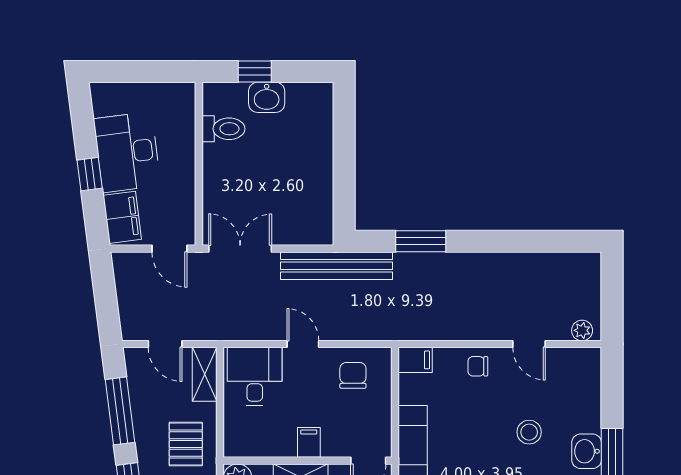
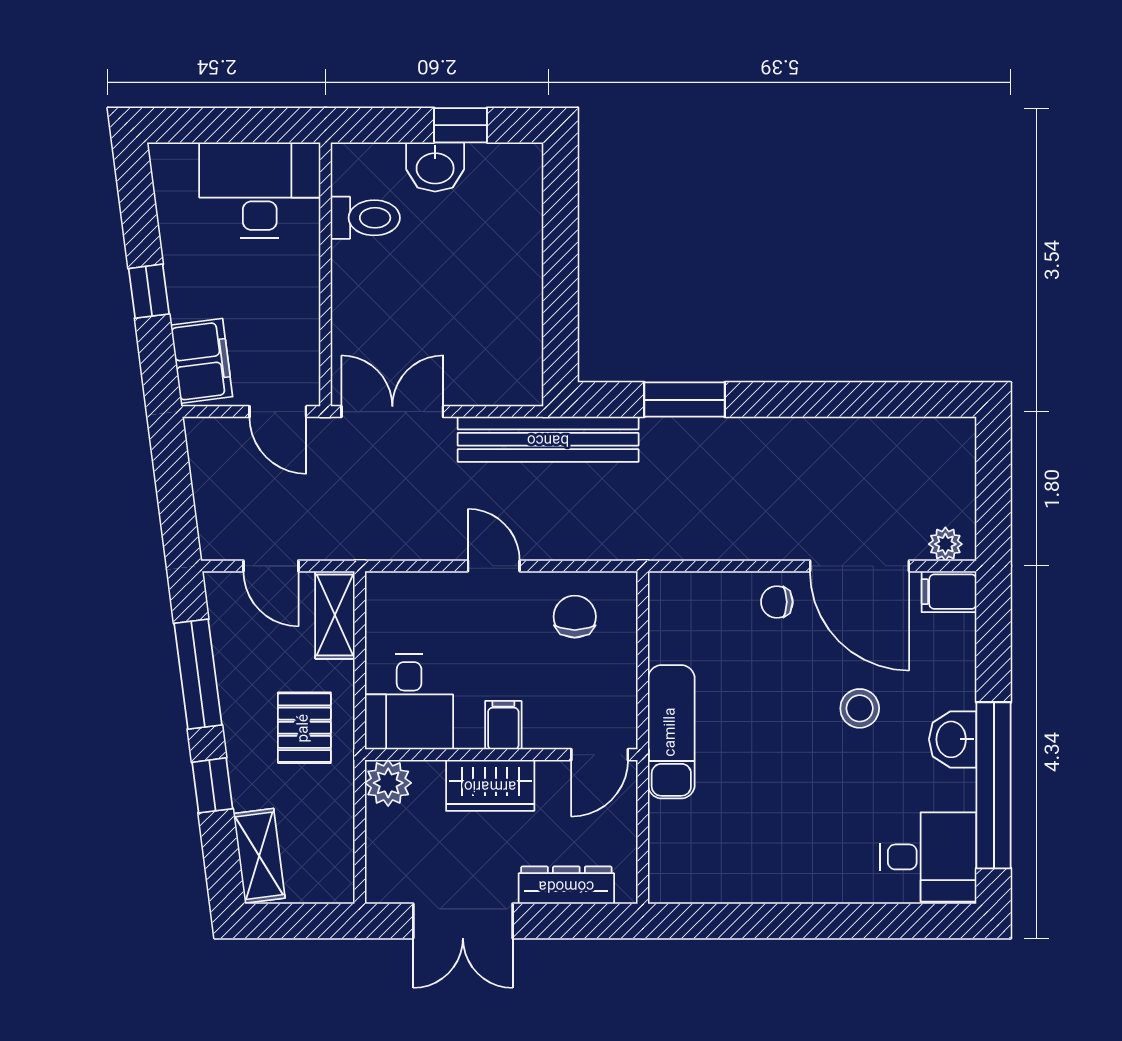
window: (255, 71) -> (461, 125), moved
desk: (127, 152) -> (260, 190), moved, turned 97
door: (529, 344) -> (860, 566), width x1.87
filing cabinet: (415, 360) -> (949, 592), moved, turned 180
desk: (255, 377) -> (409, 702), moved, turned 180

